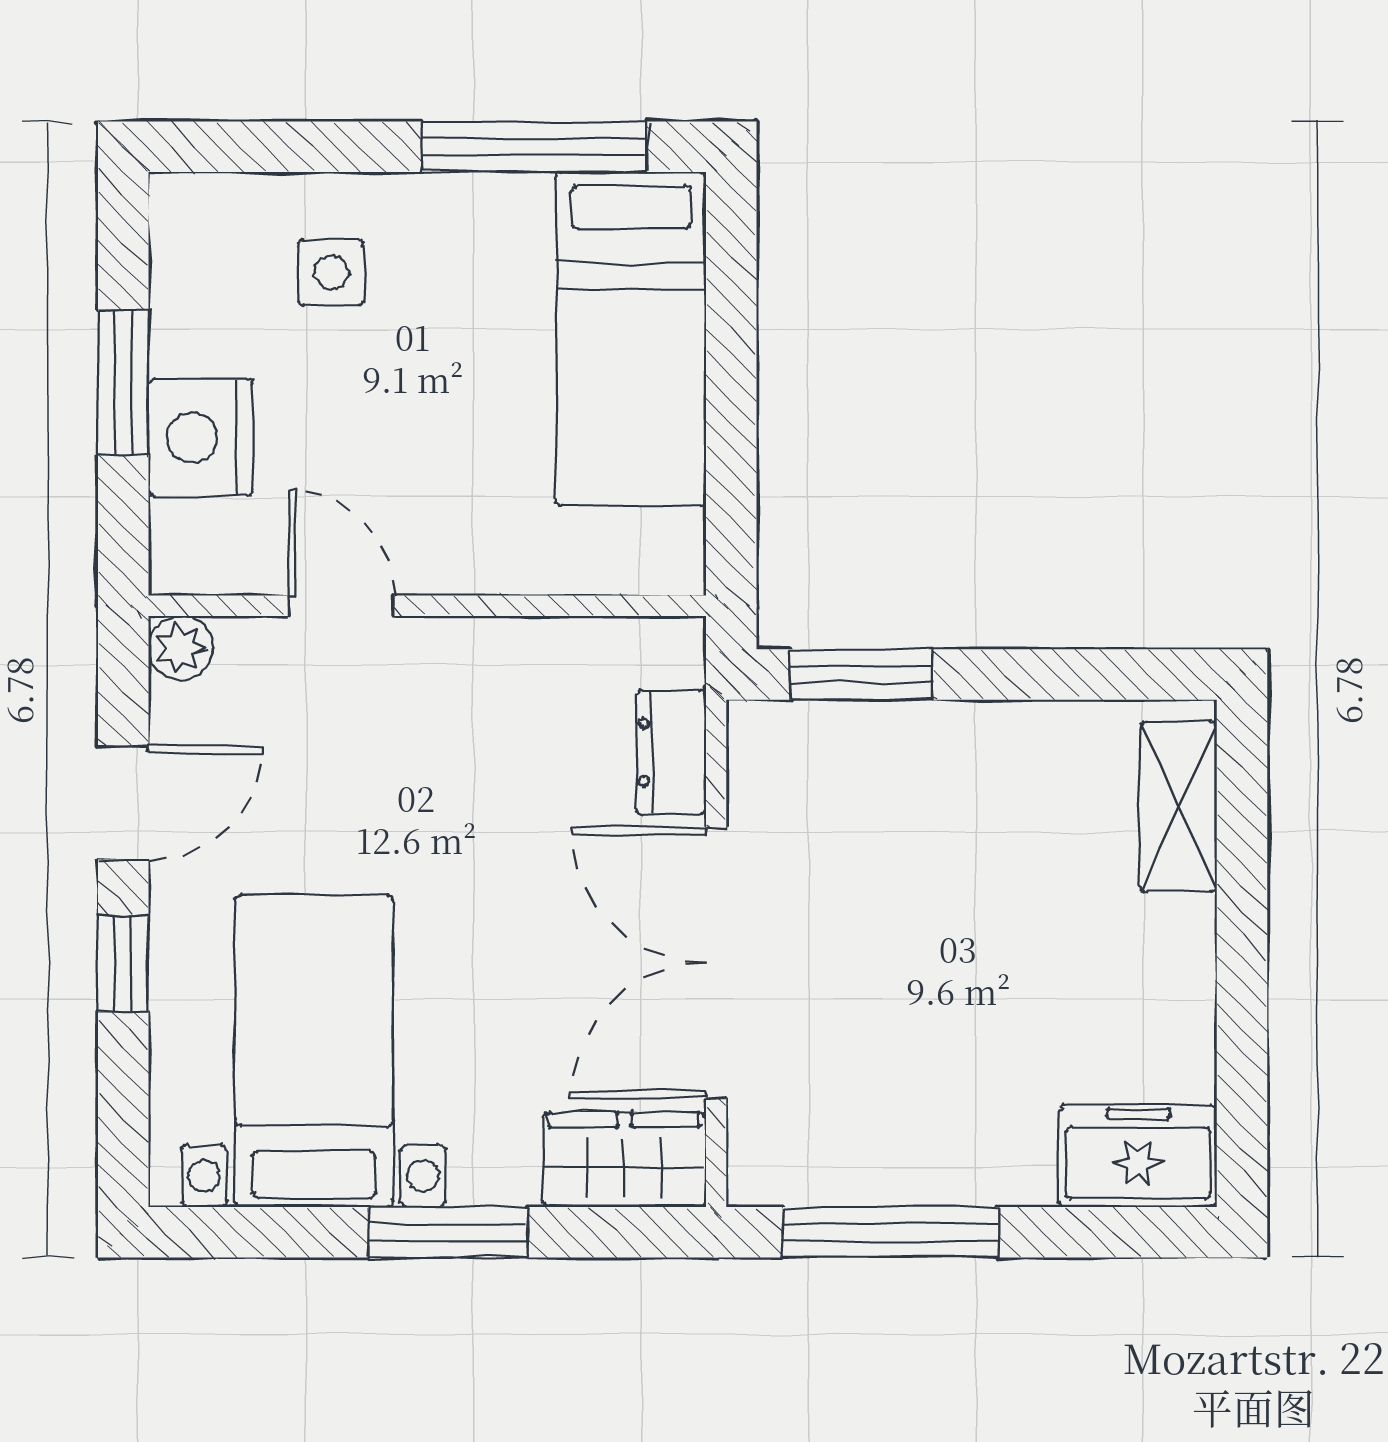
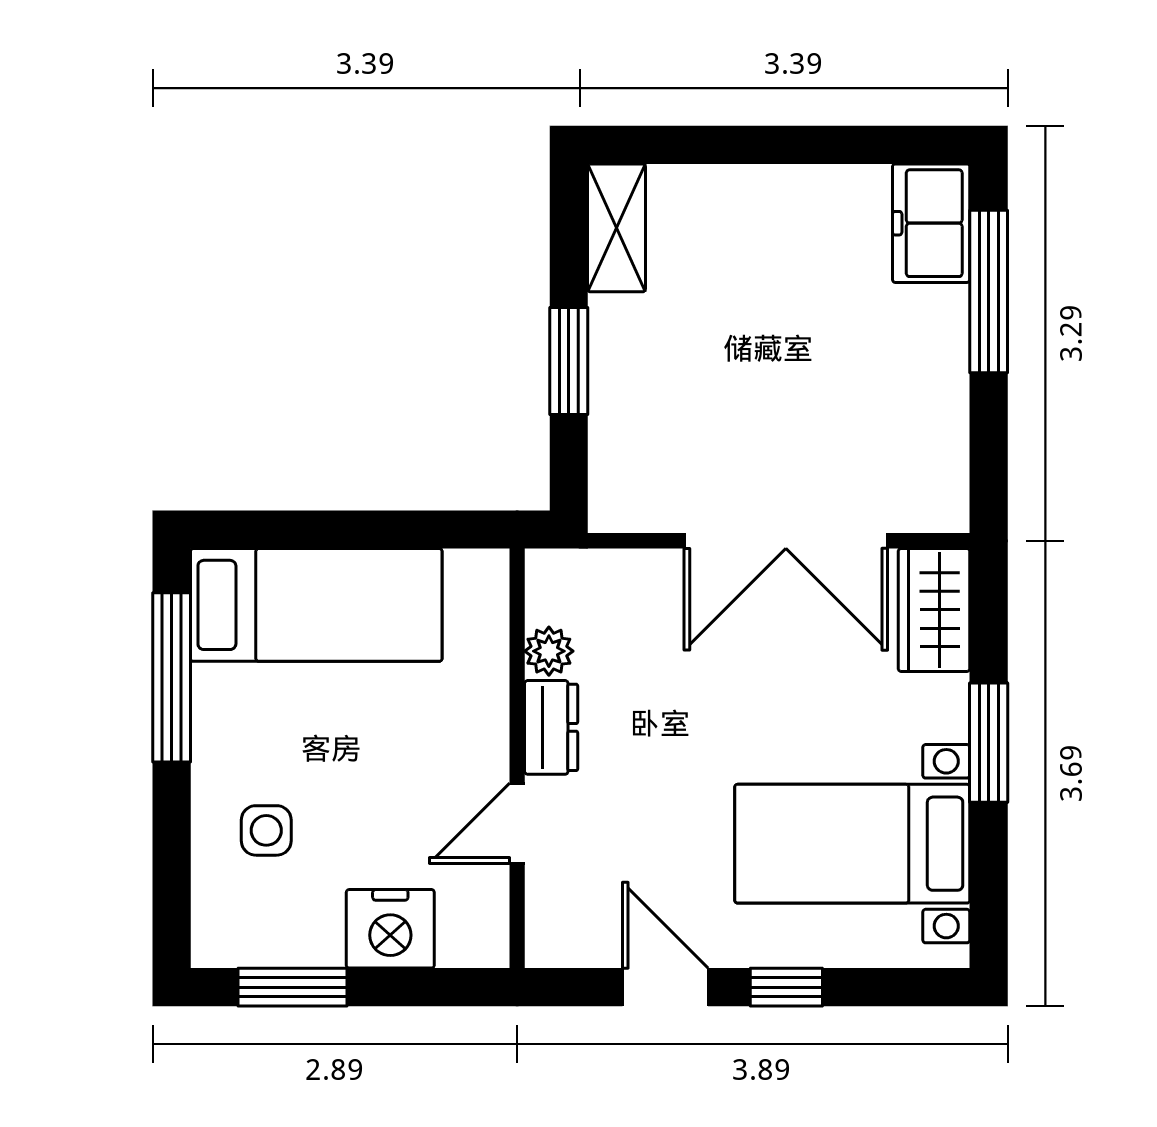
window: (123, 382) -> (293, 987), moved
plant: (180, 648) -> (549, 651), moved
window: (861, 674) -> (569, 361), moved
dresser: (671, 752) -> (551, 727), moved, turned -90
shelving: (1179, 807) -> (617, 228), moved, turned 90
window: (891, 1232) -> (989, 291), moved

